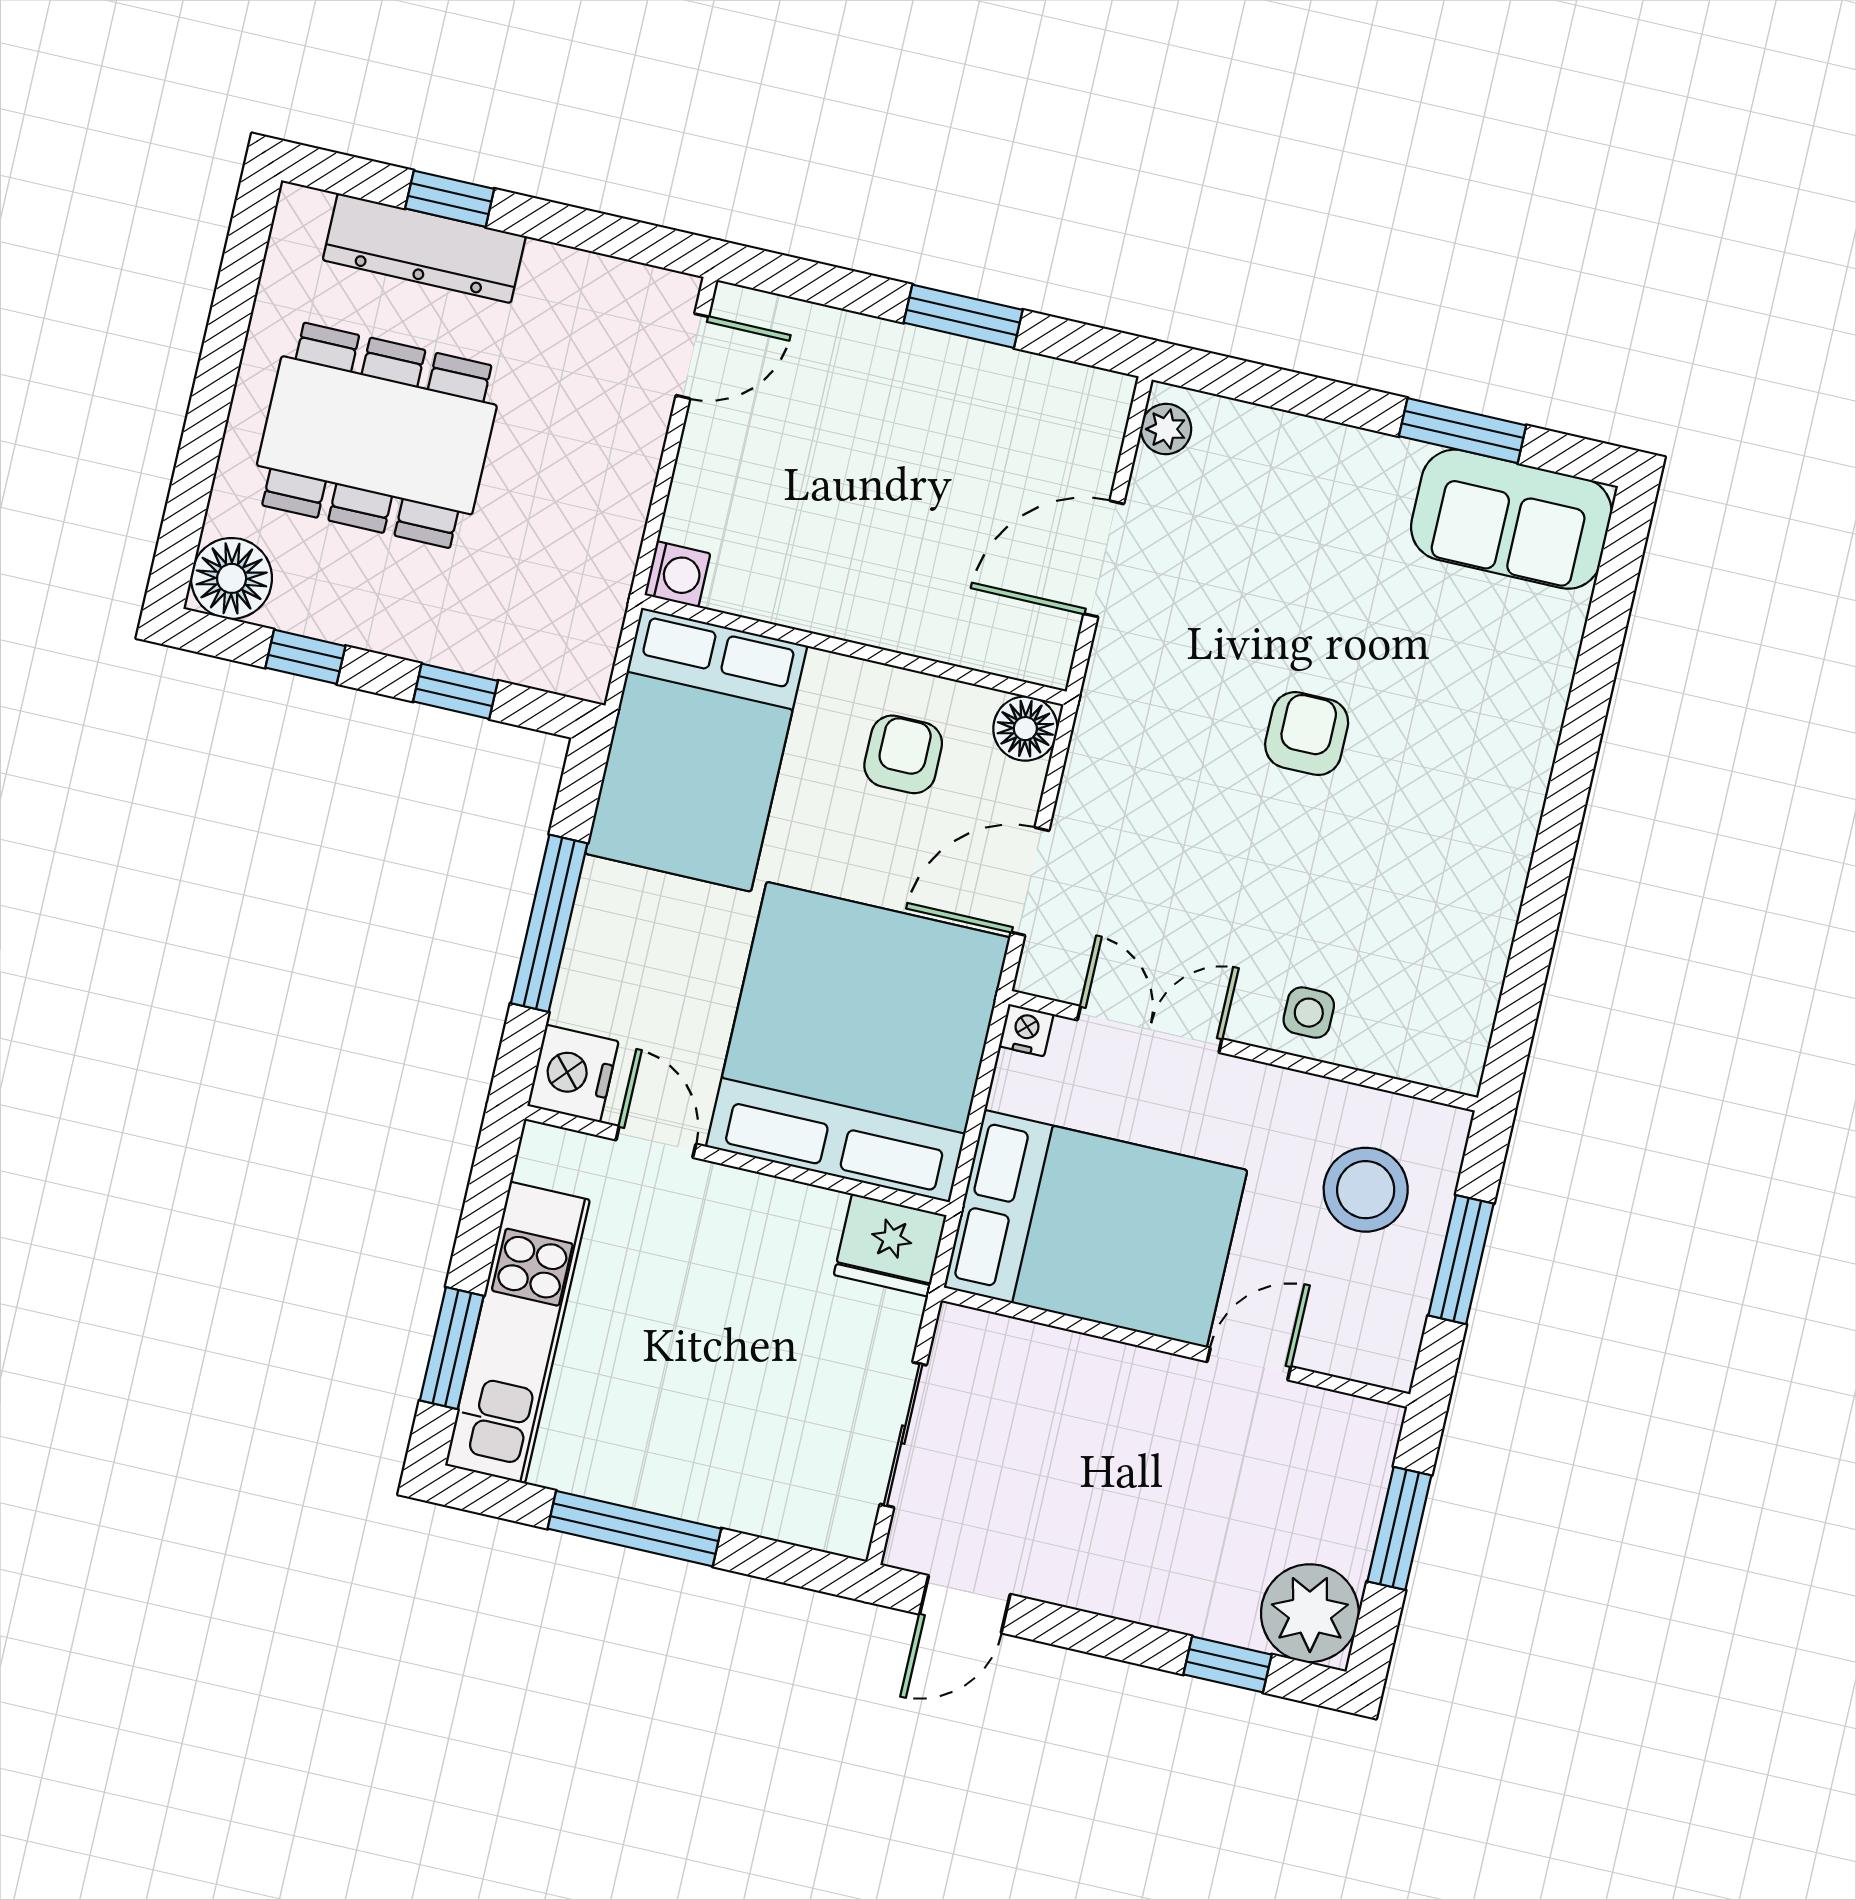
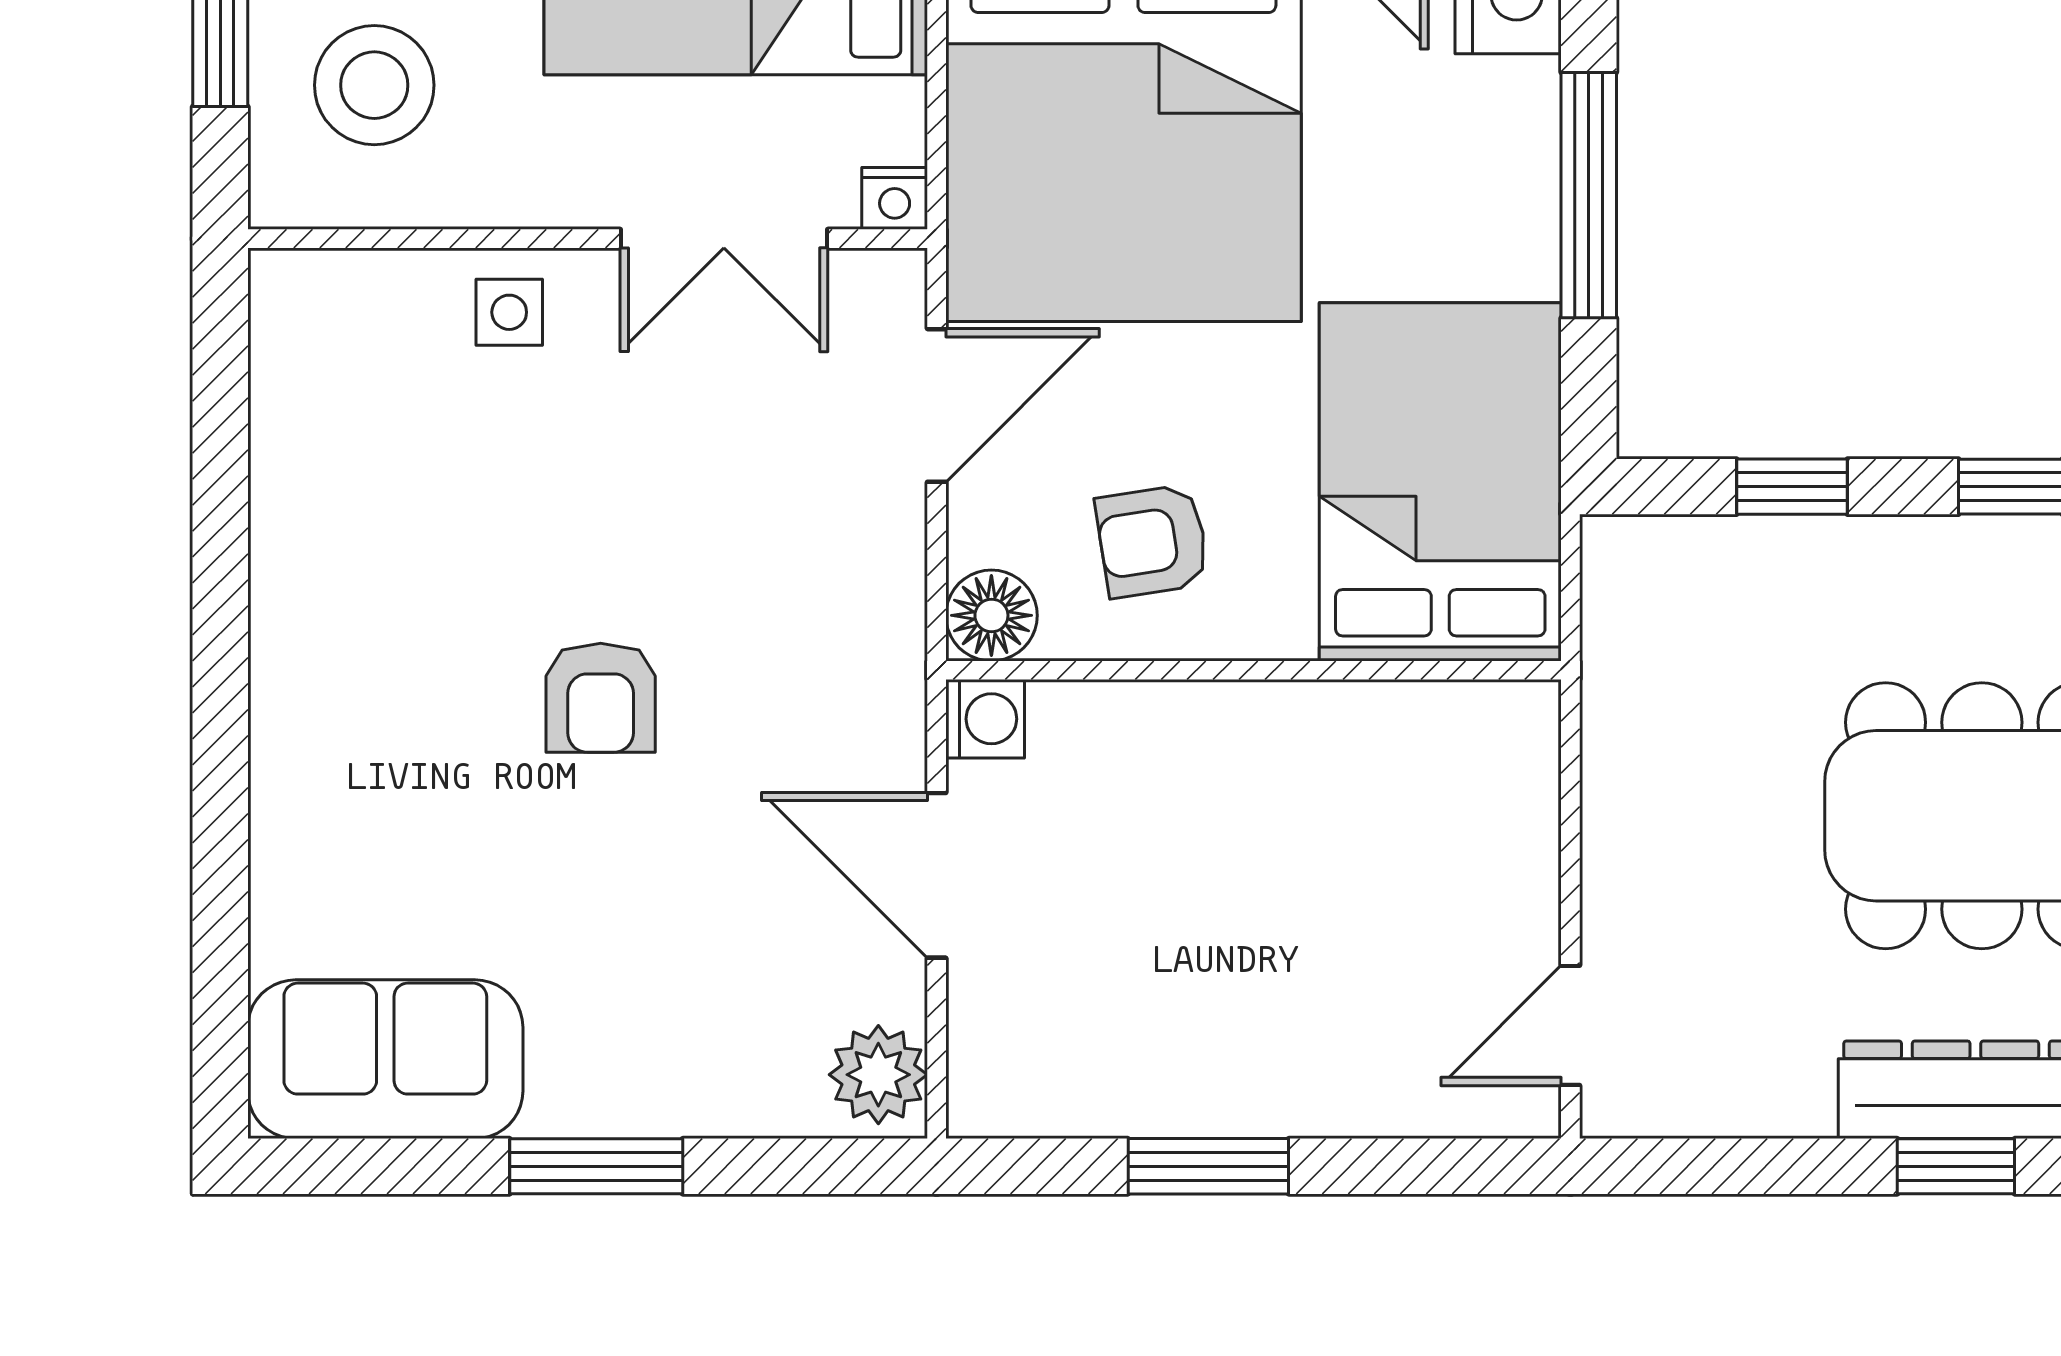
plant: (1166, 429) -> (878, 1075), width x1.38, depth x1.38
window: (1463, 431) -> (596, 1166), moved
door: (1104, 559) -> (937, 875), swing flipped
washing machine: (677, 574) -> (985, 719), moved, turned 180
armchair: (903, 754) -> (1152, 541), turned 81

